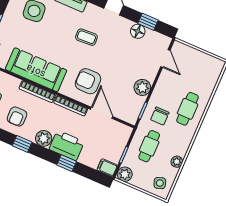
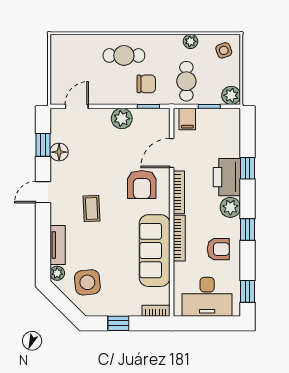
cafe table: (149, 146) -> (186, 81), turned 90
filing cabinet: (107, 168) -> (187, 119), moved

